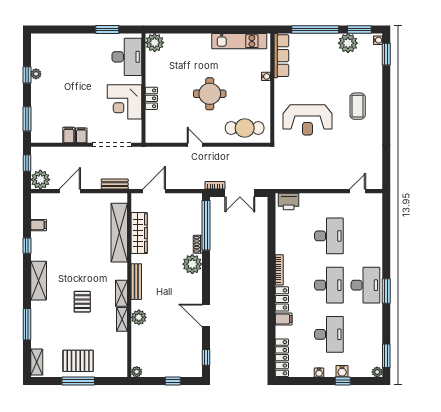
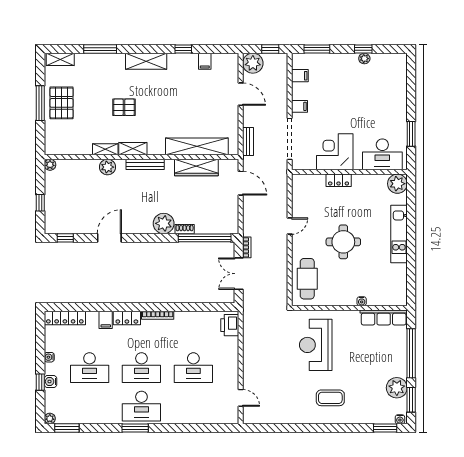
kitchen unit: (239, 41) -> (399, 234), moved
filing cabinet: (69, 135) -> (300, 76), moved

